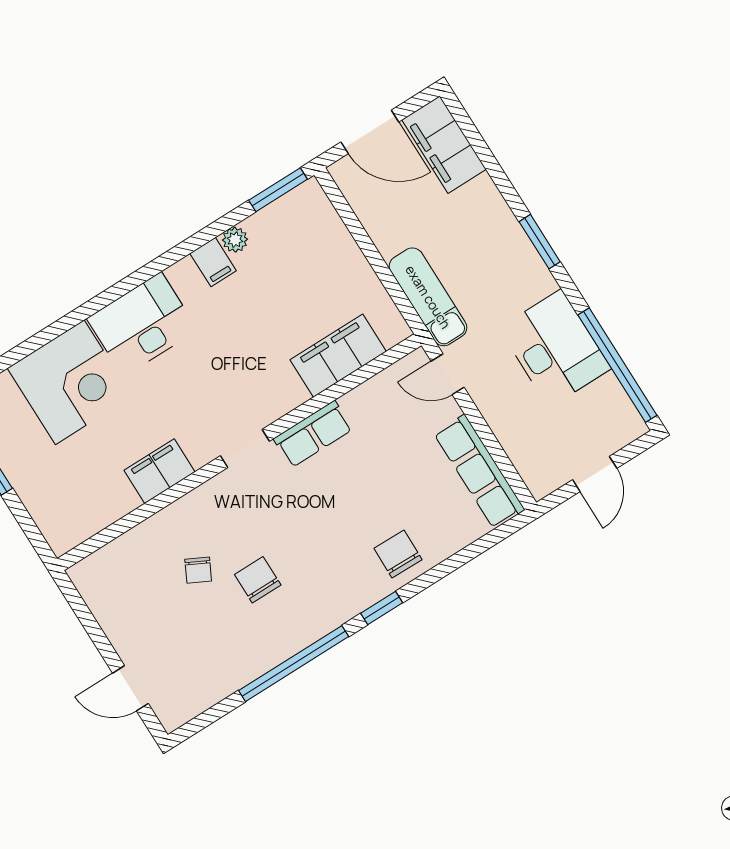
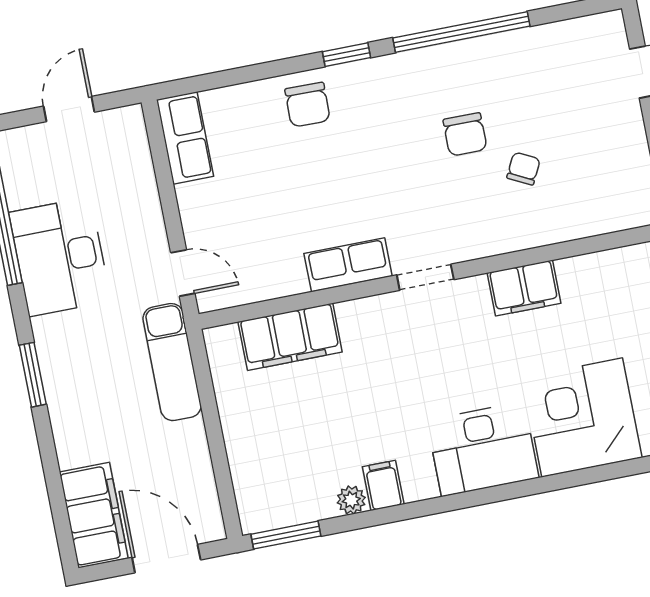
row of seats: (479, 472) -> (185, 138), width x0.68

